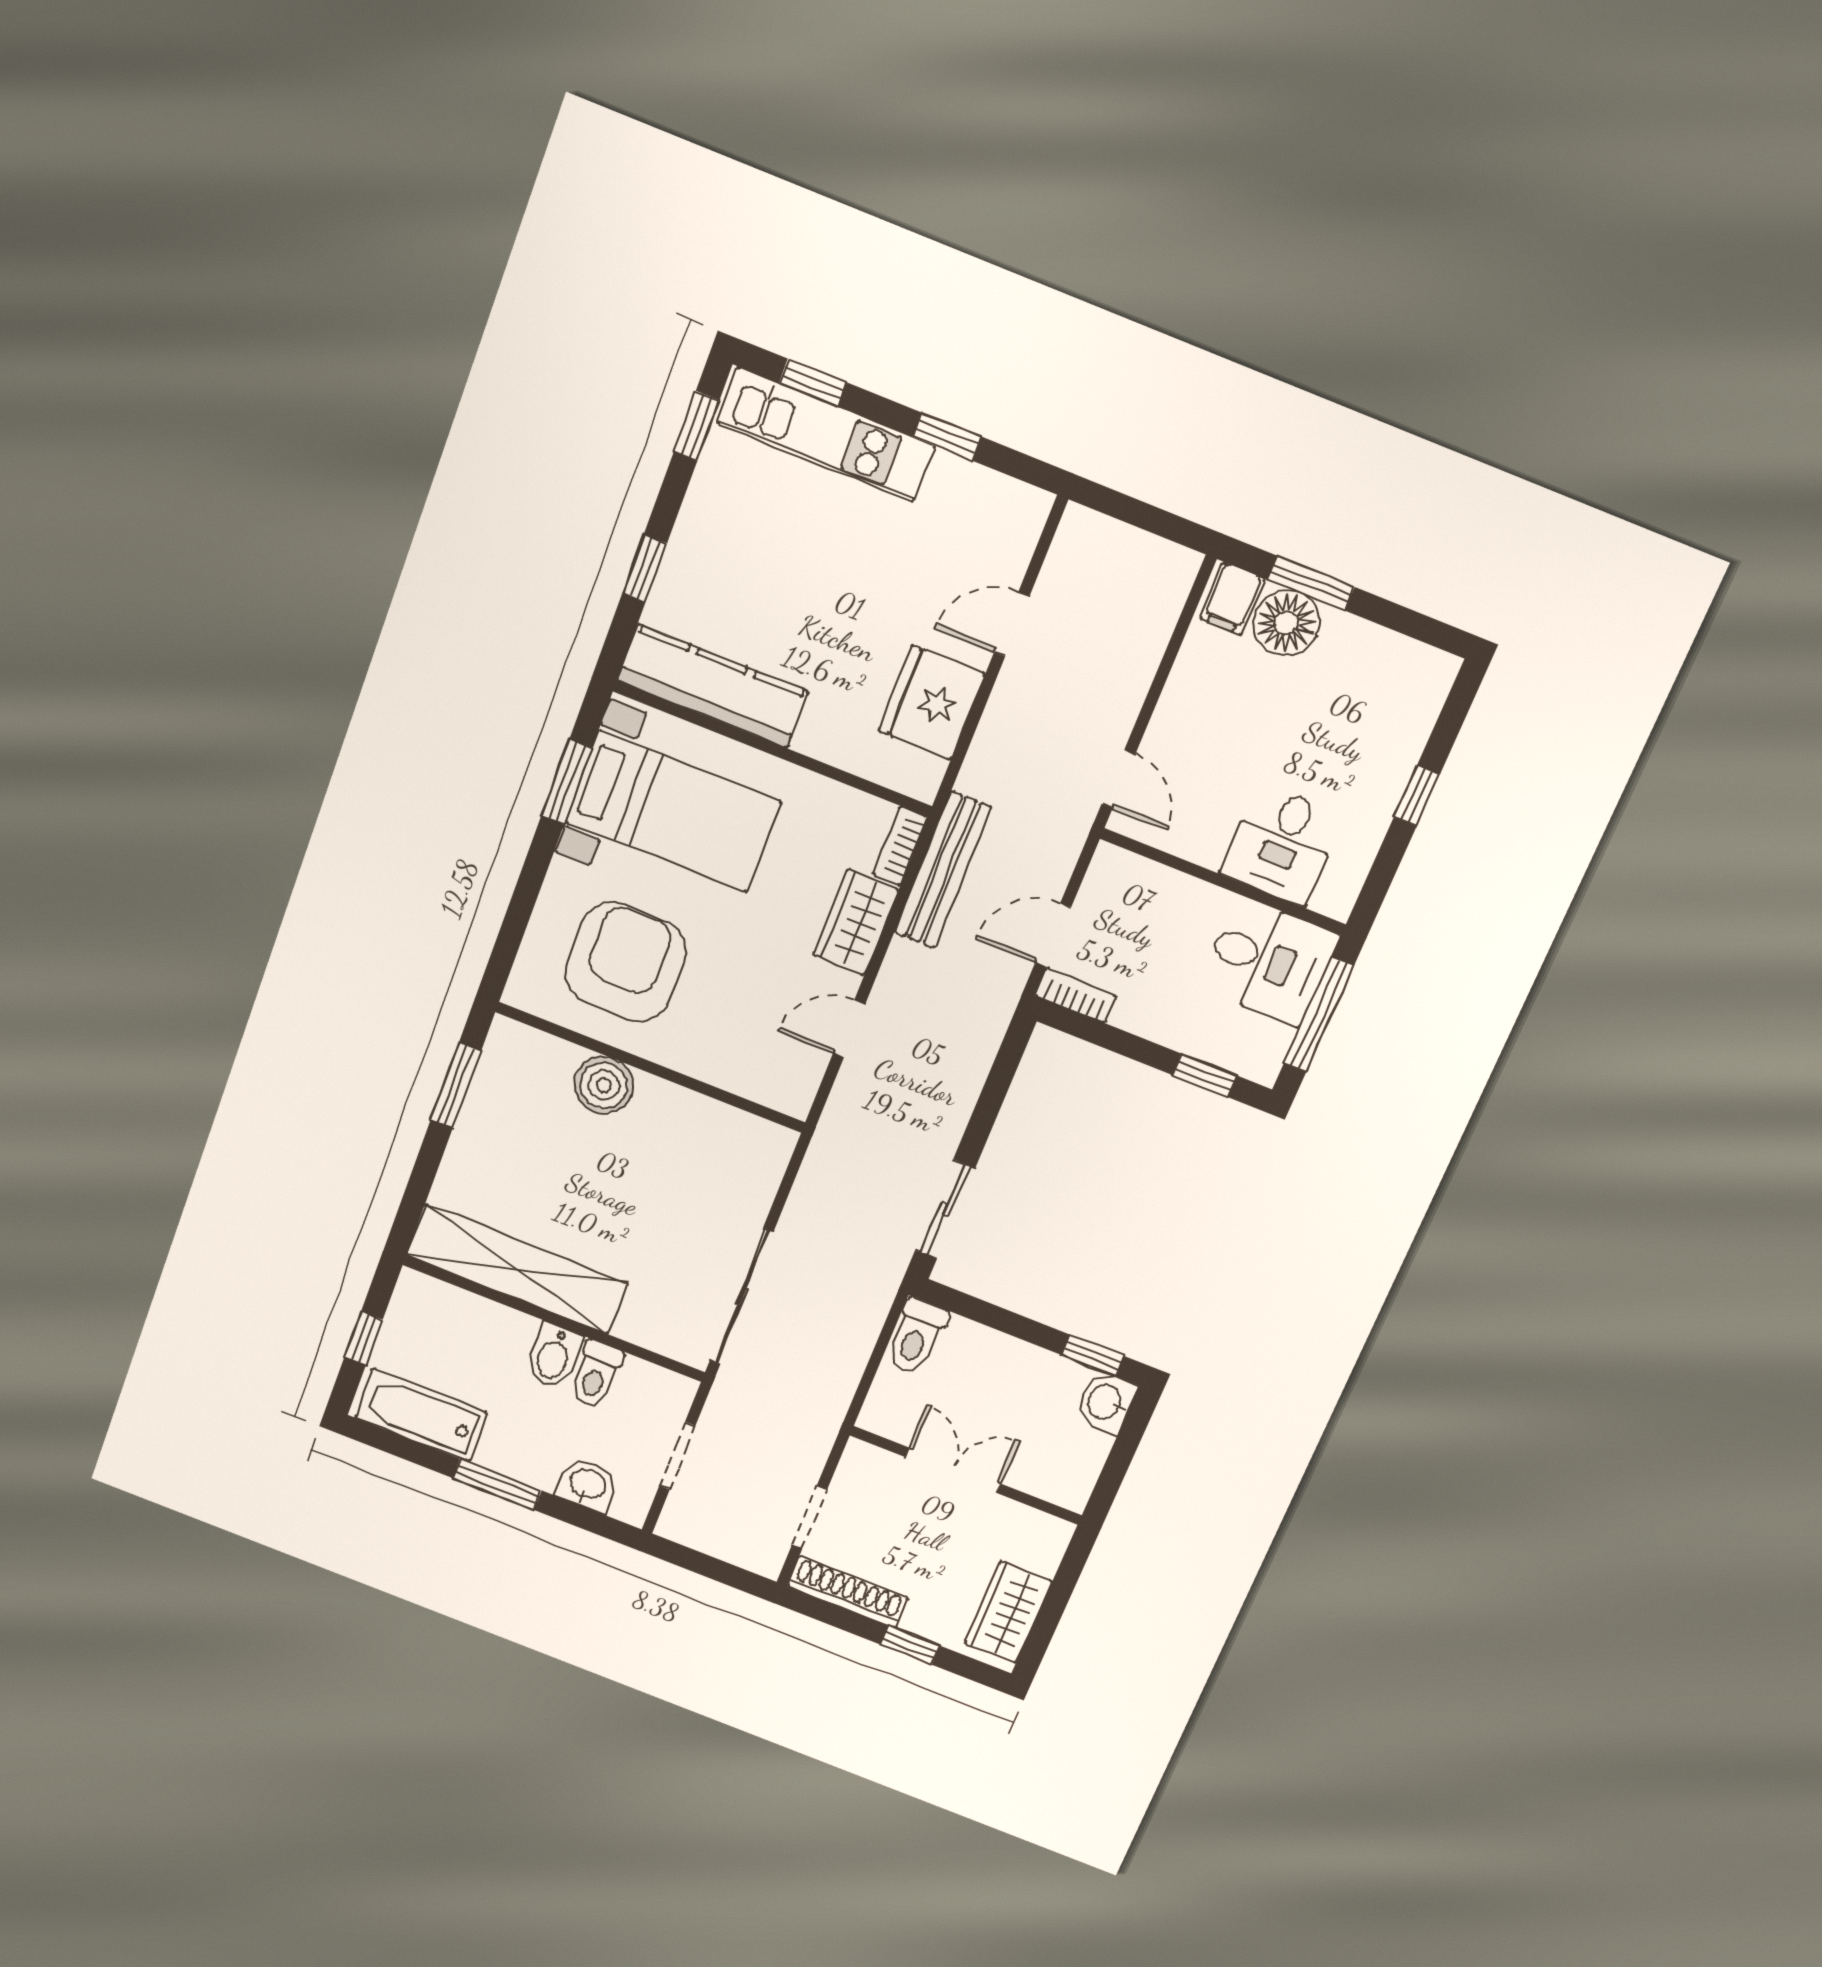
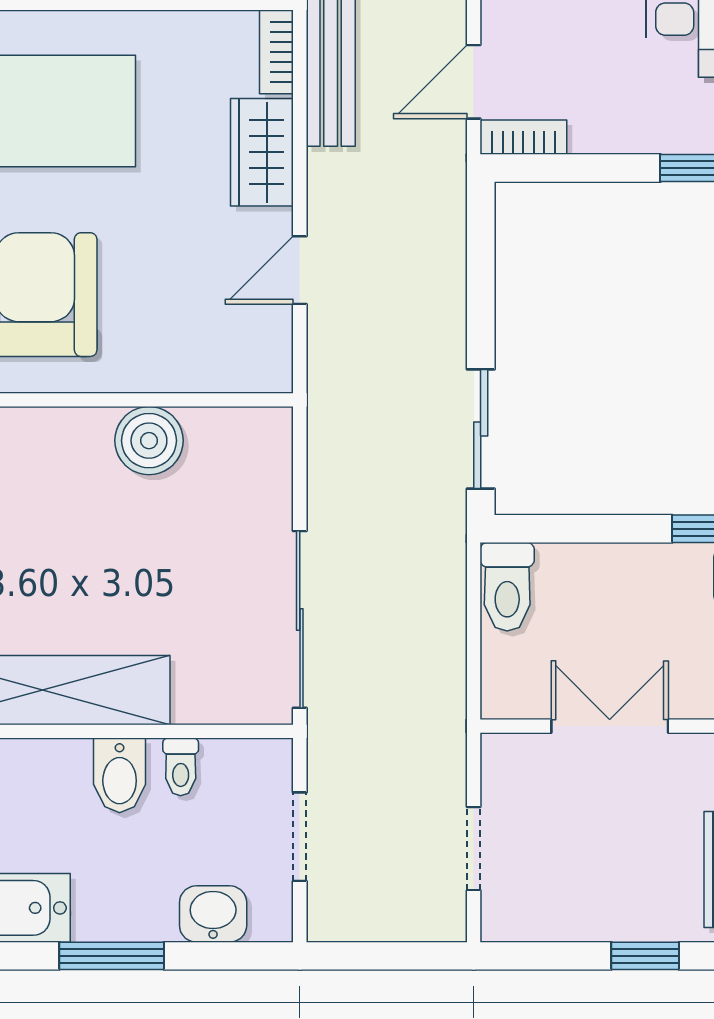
boiler: (604, 1085) -> (149, 441), moved
toilet: (596, 1375) -> (181, 767), width x0.73, depth x0.72
shoe rack: (847, 1592) -> (550, 921), removed

